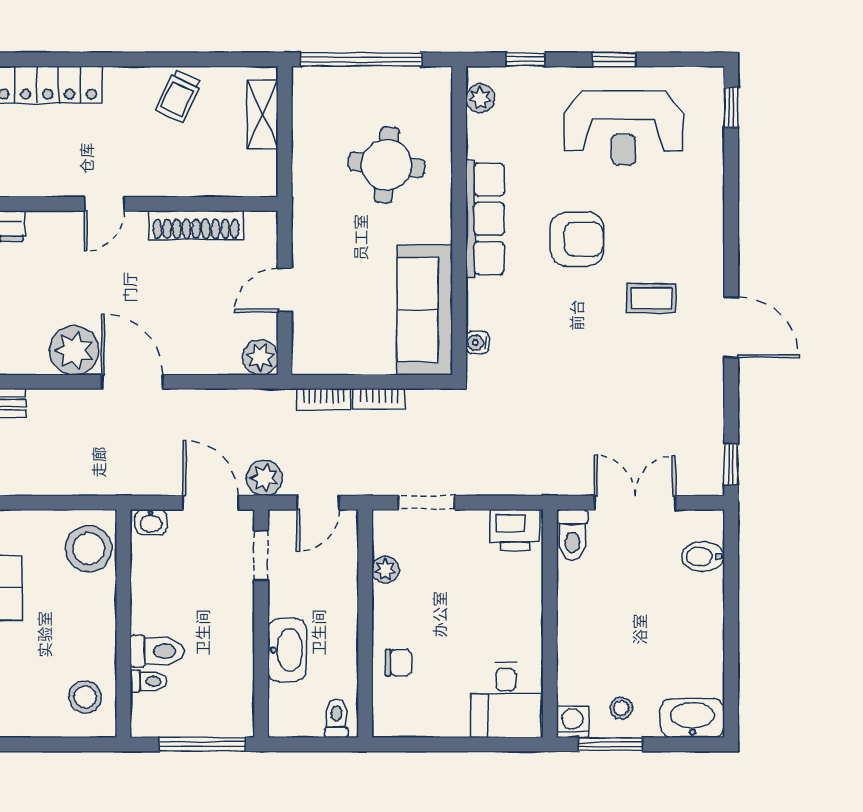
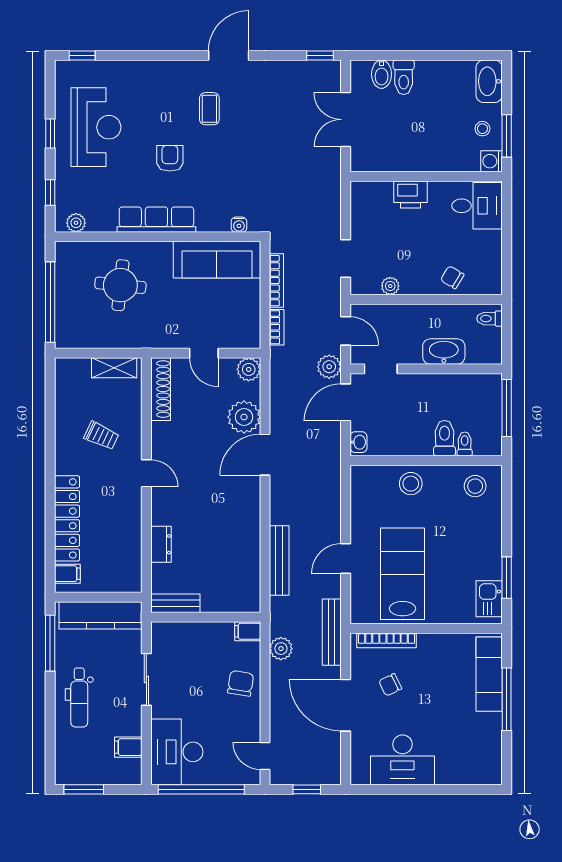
trolley: (179, 96) -> (101, 436), moved
shelving: (263, 114) -> (114, 368), moved
shoe rack: (196, 225) -> (161, 389), moved
armchair: (577, 239) -> (170, 158), width x0.72, depth x0.72
plant: (74, 350) -> (244, 417), moved
bookcase: (379, 399) -> (276, 281), width x1.56
printer: (515, 530) -> (411, 195), moved, turned 90
toilet: (572, 535) -> (404, 77), moved, turned 90
stool: (89, 549) -> (411, 484), moved, width x0.73, depth x0.73
chair: (398, 663) -> (452, 277), turned -59

